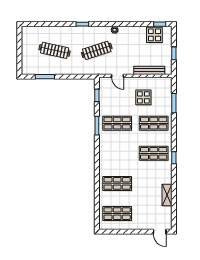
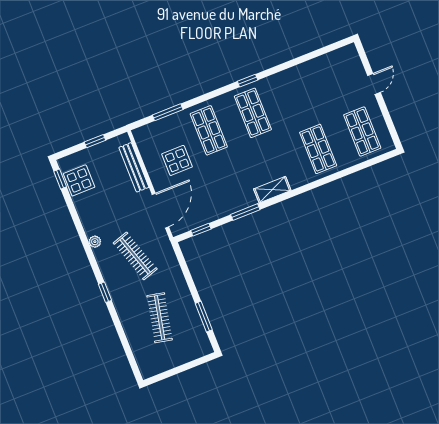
door: (118, 76) -> (160, 211), width x1.87
shop shelf: (117, 123) -> (230, 184), removed
shelving: (167, 195) -> (272, 190), moved
door: (160, 232) -> (374, 84), moved

